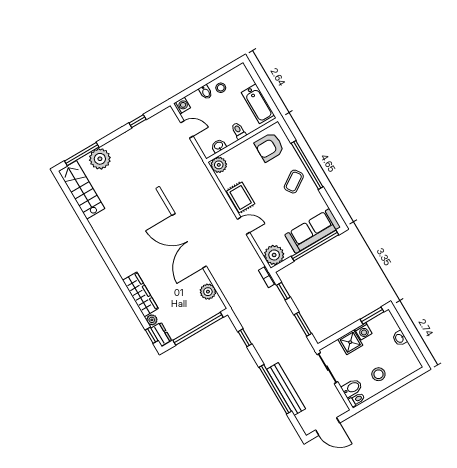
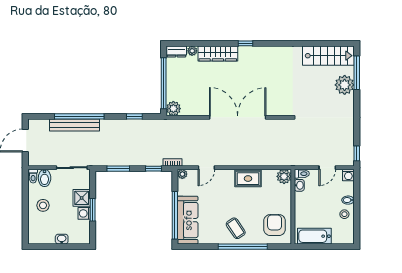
window: (138, 121) -> (357, 153), moved
toilet: (239, 131) -> (302, 174), moved
door: (244, 226) -> (206, 168), moved
plant: (274, 255) -> (182, 174), width x0.53, depth x0.53
plant: (208, 292) -> (173, 109), moved
window: (372, 316) -> (93, 210), moved
window: (152, 335) -> (246, 43), moved

